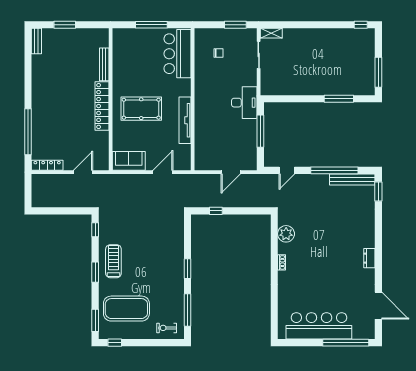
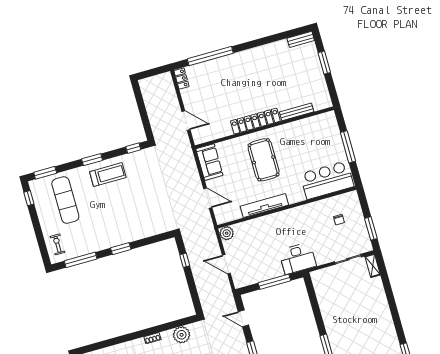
plant: (201, 164) -> (227, 233), added
locker: (47, 165) -> (181, 79), width x0.66
exercise mat: (126, 309) -> (65, 200), width x0.68

